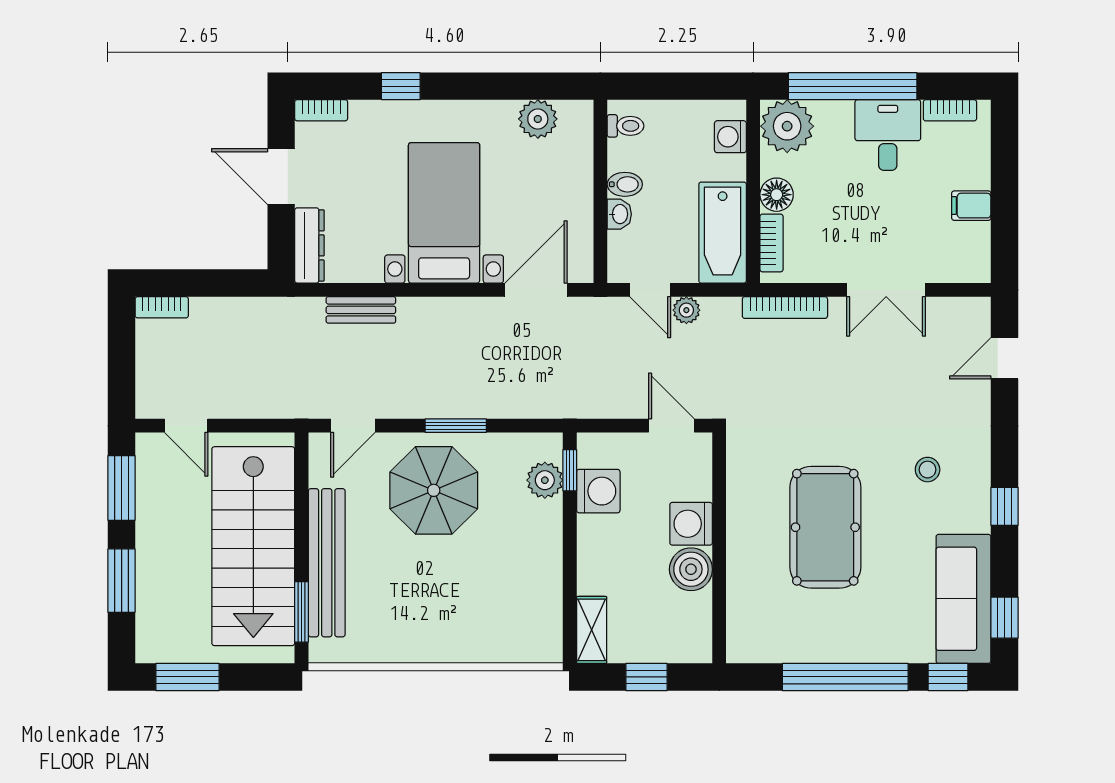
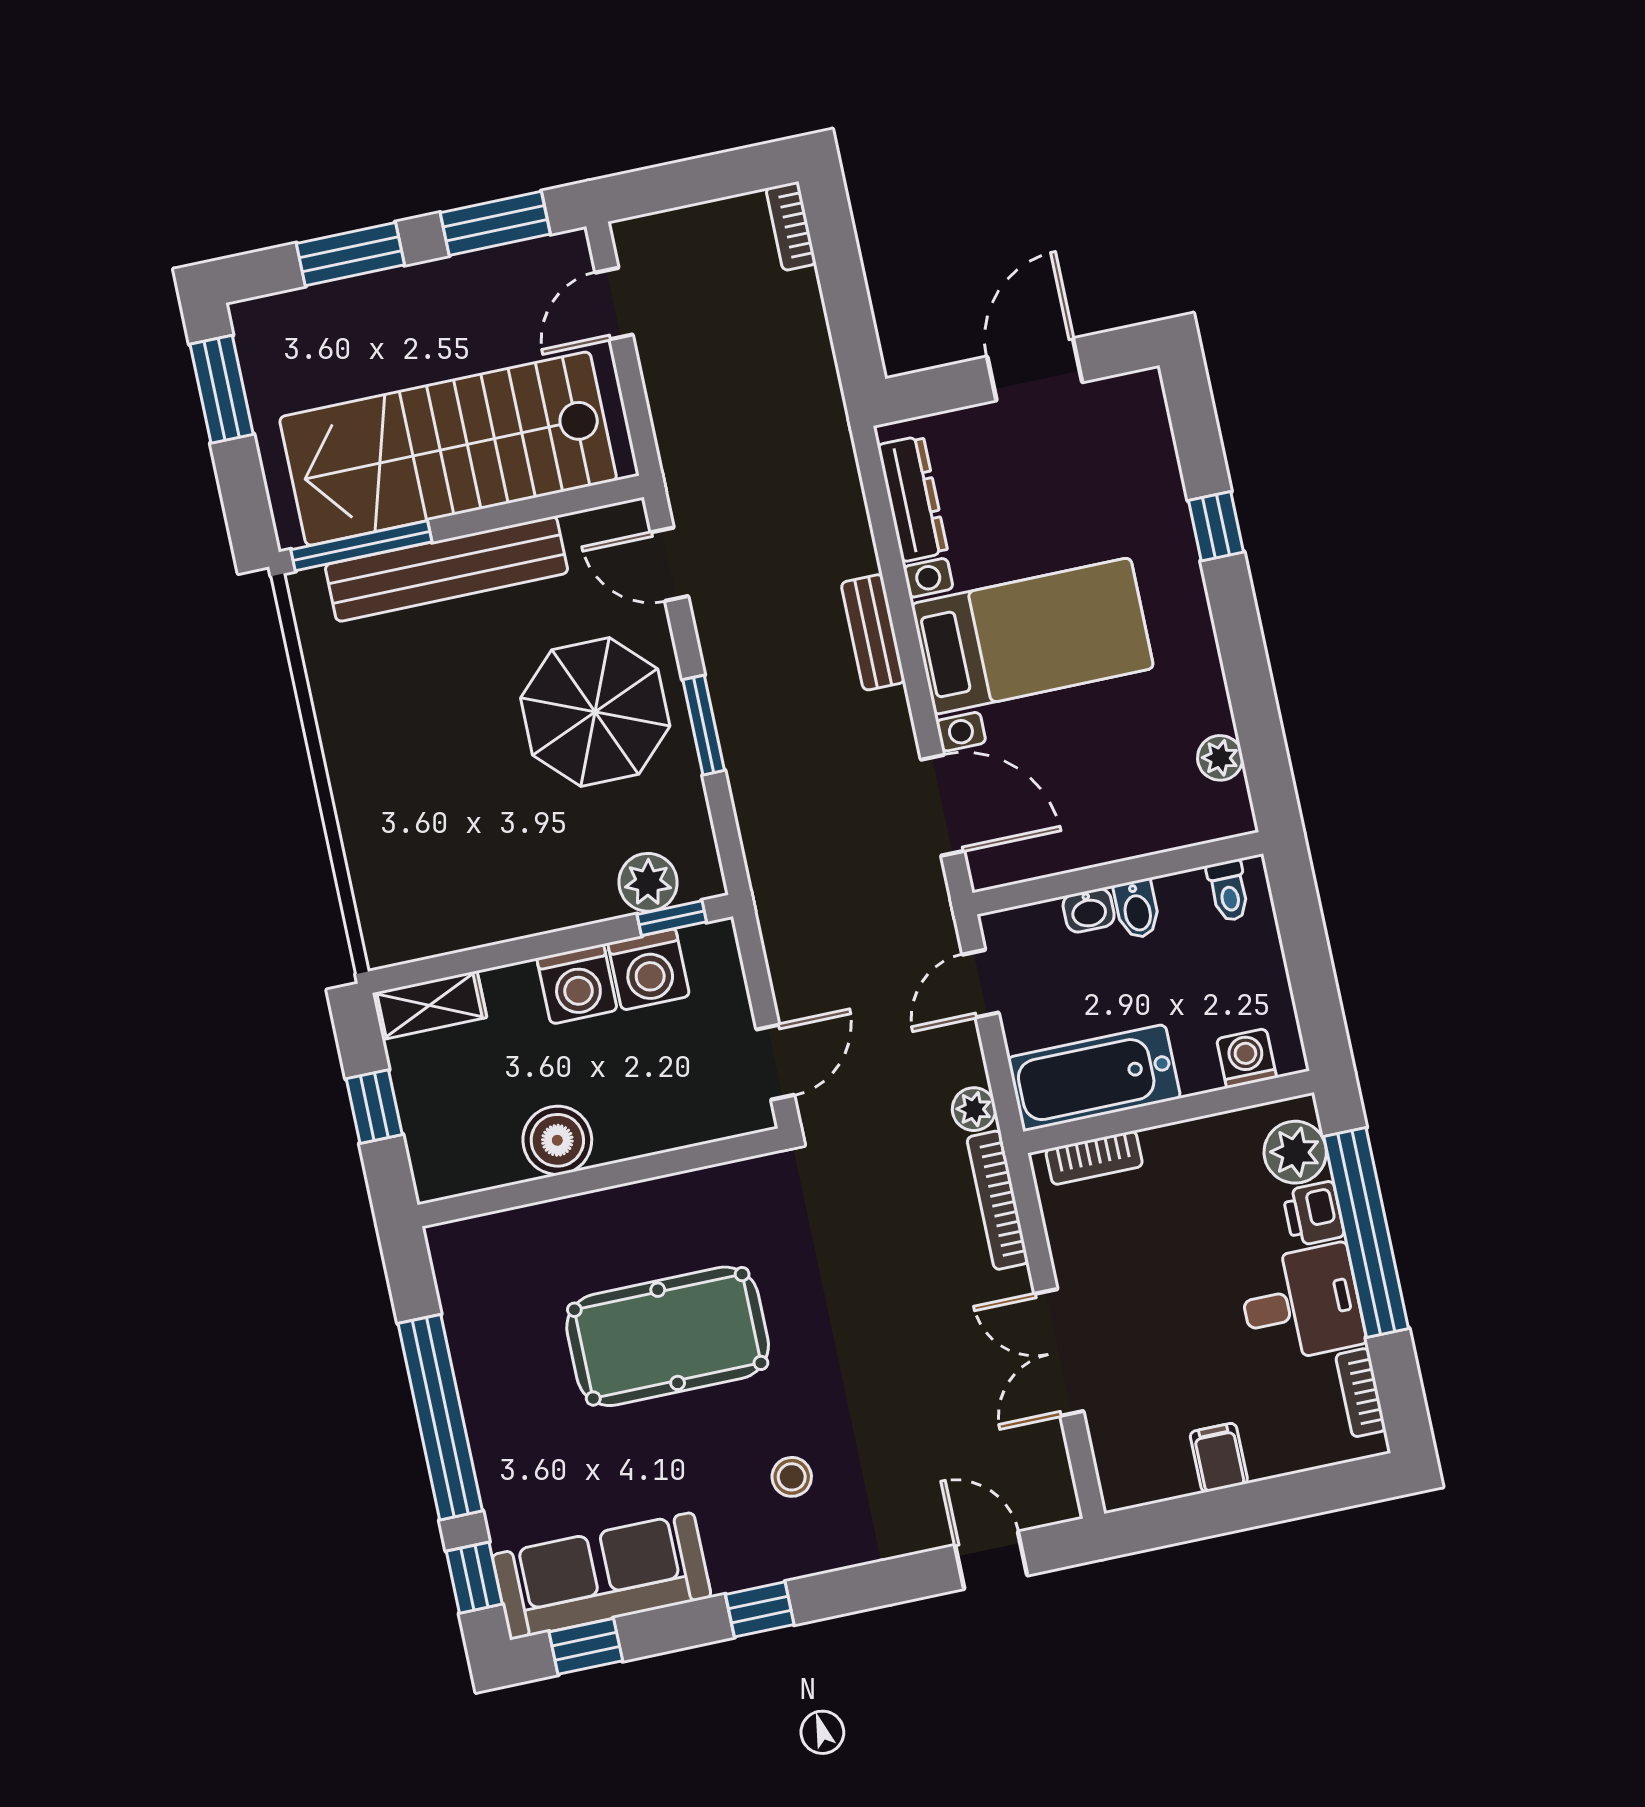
bookcase: (321, 110) -> (1152, 410), removed
printer: (834, 116) -> (1313, 1214), added
plant: (538, 119) -> (1220, 758), width x0.73, depth x0.73
plant: (787, 126) -> (1295, 1152), width x0.73, depth x0.73
floor lamp: (777, 195) -> (1171, 1150), removed
dresser: (309, 245) -> (913, 499), moved, turned -90
bench: (361, 310) -> (873, 632), moved
plant: (686, 310) -> (974, 1109), moved
washing machine: (691, 524) -> (577, 984), moved, turned 180
window: (302, 612) -> (361, 546), width x1.44

